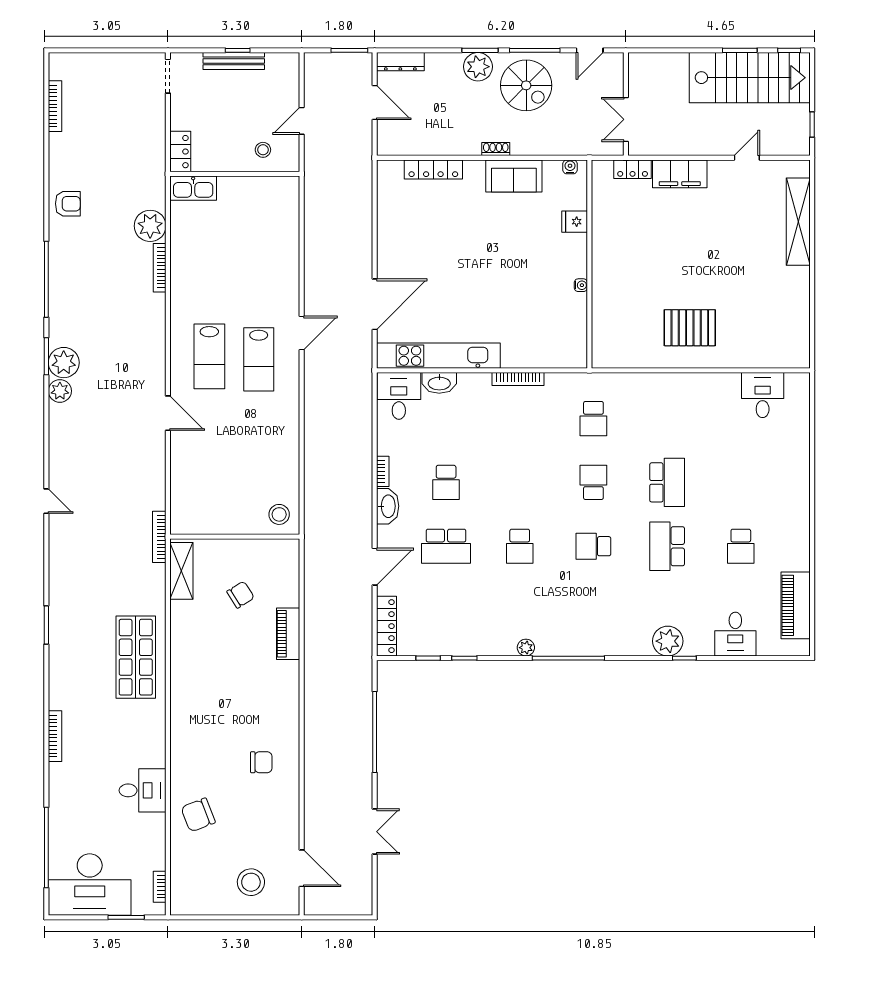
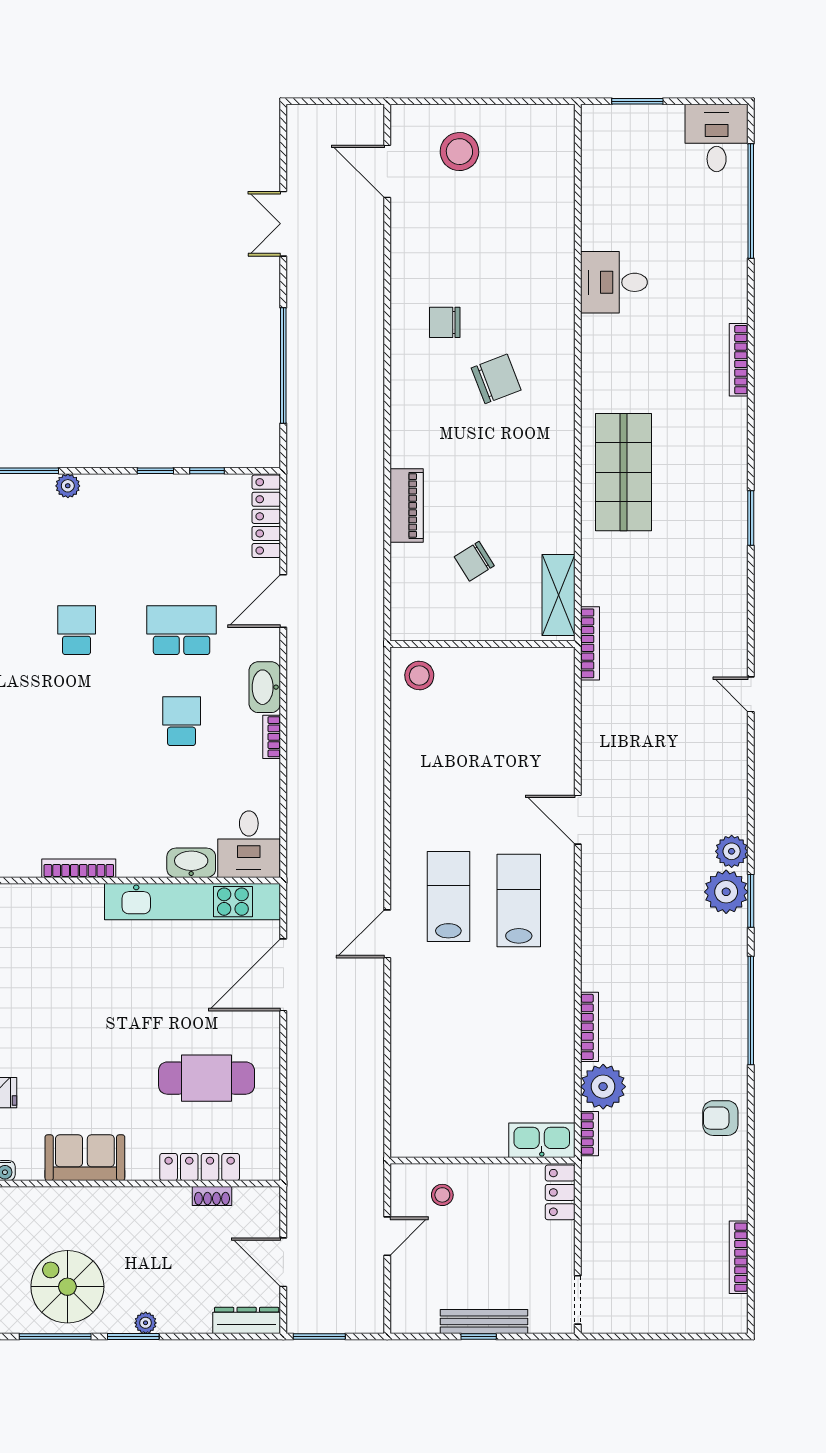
plant: (478, 67) -> (146, 1323), width x0.53, depth x0.53
shoe rack: (496, 149) -> (212, 1196), moved
cafe table: (428, 232) -> (207, 1078), added
chair: (198, 815) -> (496, 379), moved
desk: (90, 885) -> (717, 138), width x0.53, depth x0.77
bookcase: (160, 887) -> (589, 1134), moved

